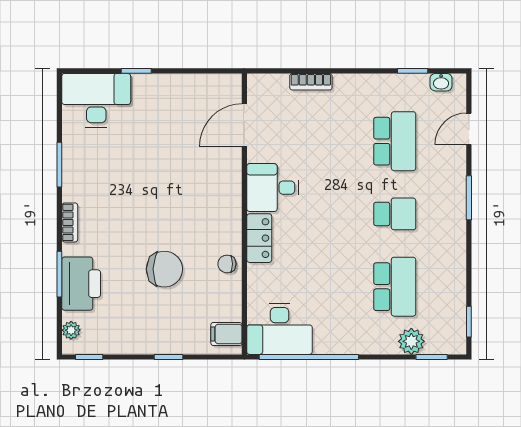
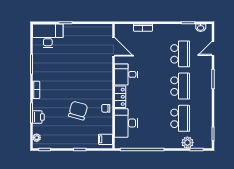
door: (244, 125) -> (113, 47), swing flipped
school desk: (395, 214) -> (180, 86), width x1.85
chair: (164, 269) -> (78, 111), turned -76
printer: (81, 284) -> (38, 117), width x0.53, depth x0.68
desk: (280, 329) -> (126, 123), moved, turned 90

